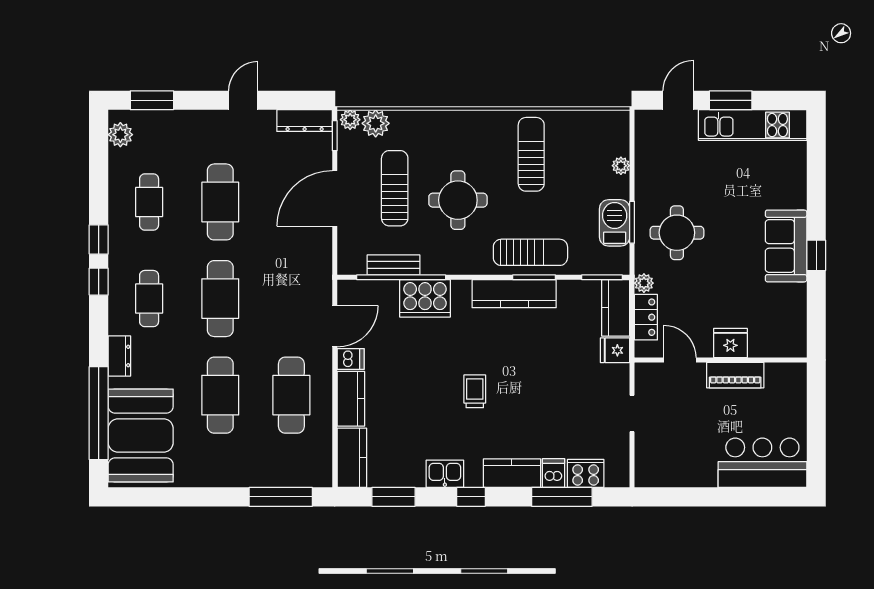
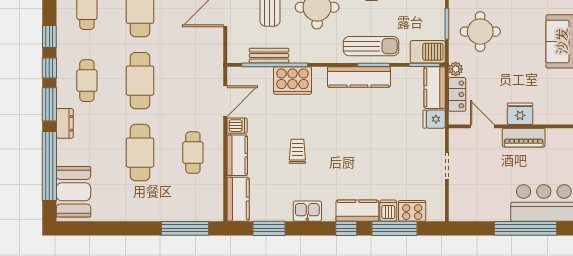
barbecue: (615, 223) -> (428, 52), moved, turned 90
window: (99, 330) -> (49, 104), added
trolley: (475, 391) -> (297, 151), moved
cafe table: (291, 395) -> (193, 153), width x0.73, depth x0.74
booth: (141, 436) -> (73, 192), width x0.73, depth x0.70
window: (471, 497) -> (346, 228), moved
window: (738, 497) -> (526, 228), added

